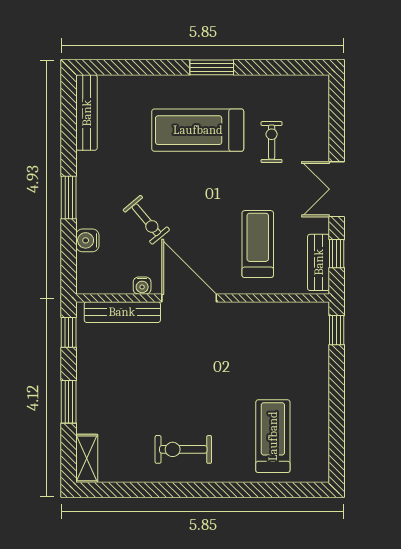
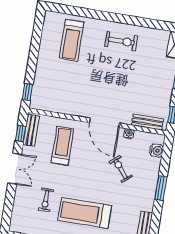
treadmill: (198, 130) -> (85, 213), turned 180
water cooler: (87, 240) -> (157, 151), moved
treadmill: (258, 244) -> (62, 146), turned 180
bench: (122, 312) -> (147, 122), width x0.73

